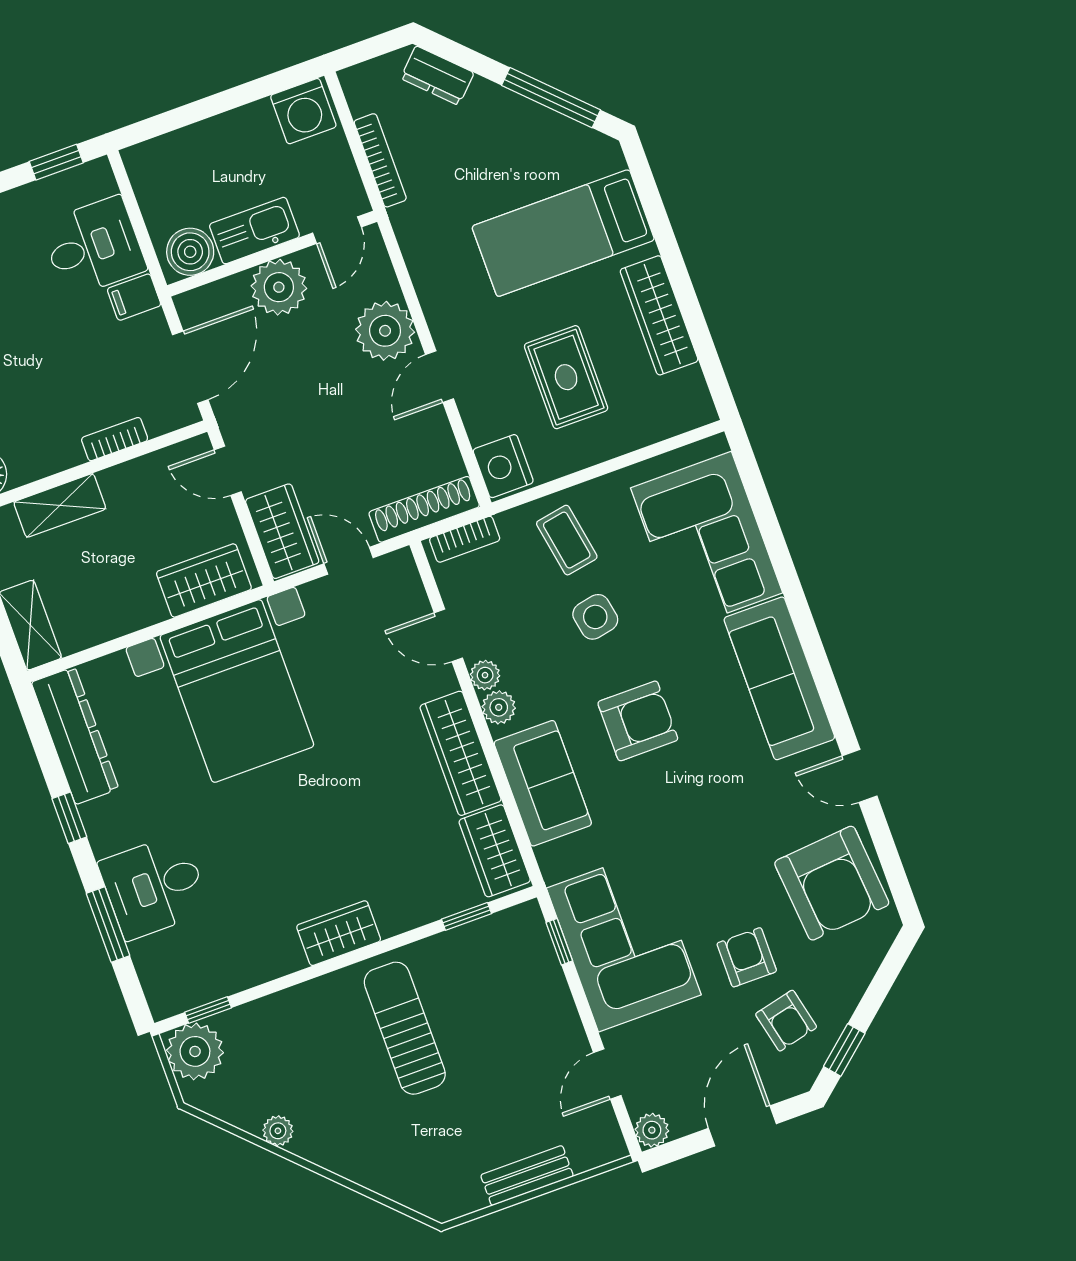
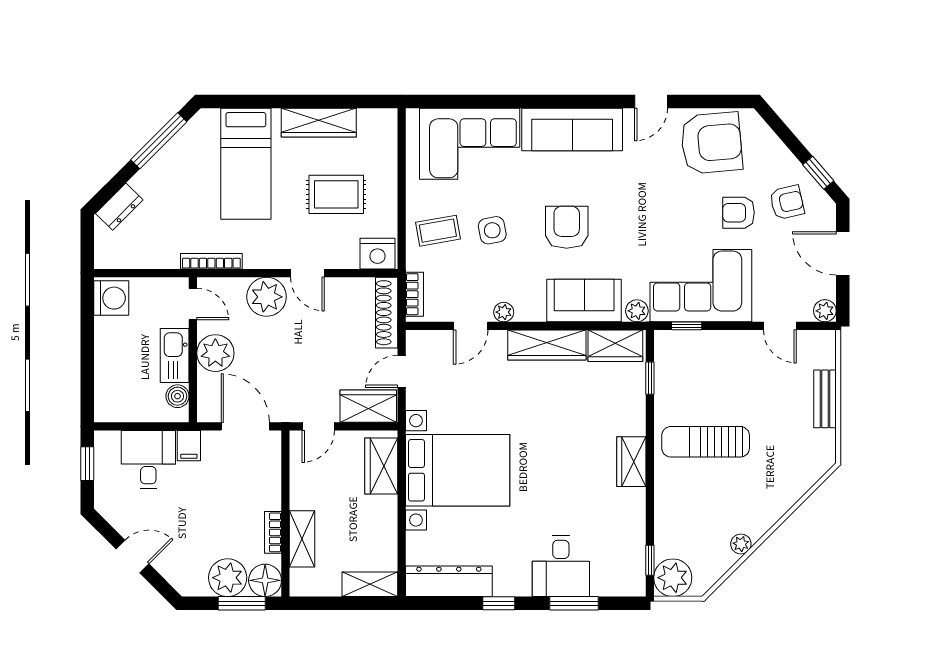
bookcase: (380, 160) -> (211, 261), moved
boiler: (190, 252) -> (177, 396), width x0.73, depth x0.73
bookcase: (115, 439) -> (273, 532), moved
plant: (499, 707) -> (637, 311), moved

